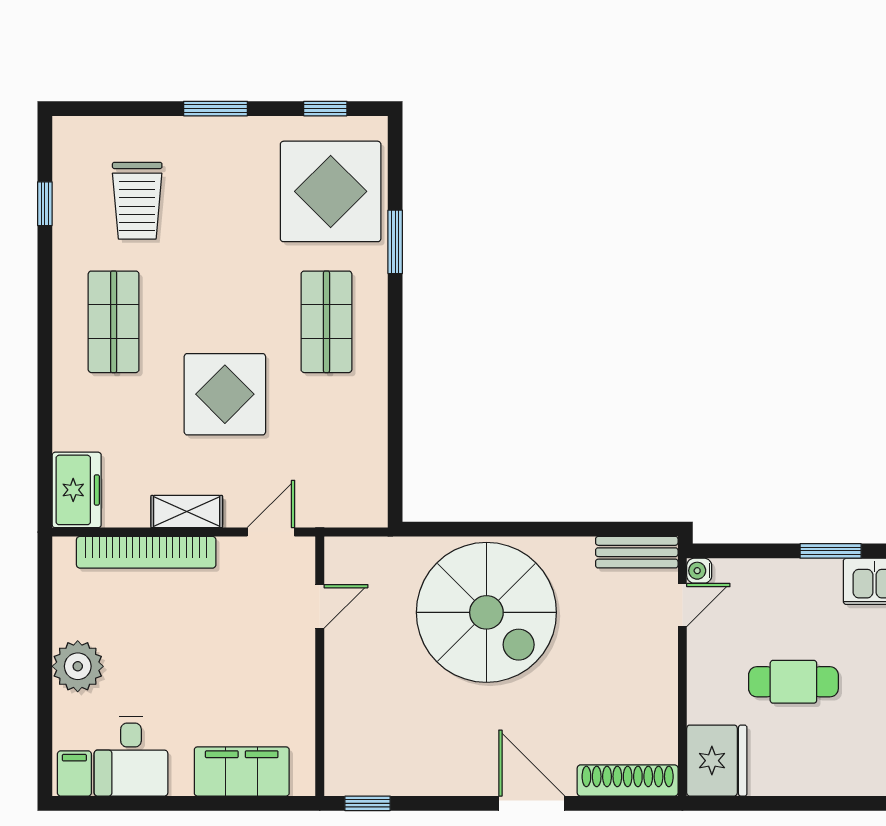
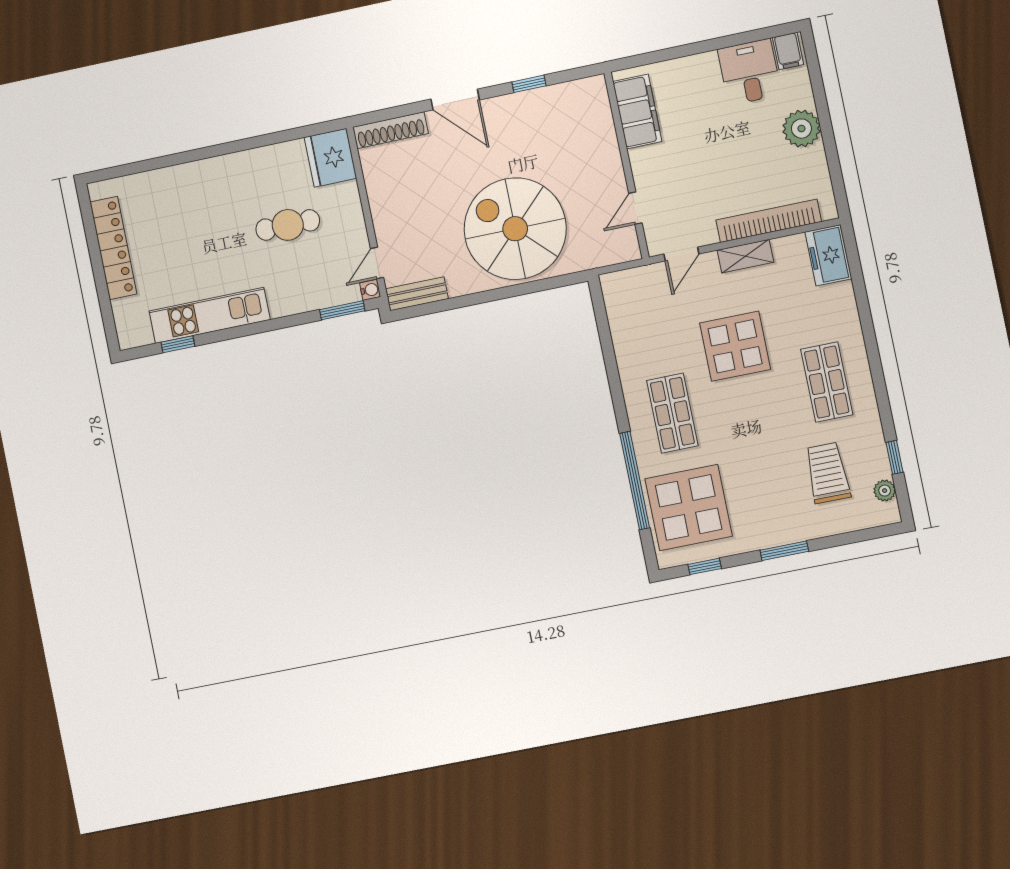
plant: (67, 162) -> (885, 491), added
window: (395, 242) -> (635, 480), width x2.11
window: (831, 551) -> (342, 310), moved
filing cabinet: (242, 771) -> (637, 111), moved, turned -90
window: (368, 803) -> (529, 84), moved

